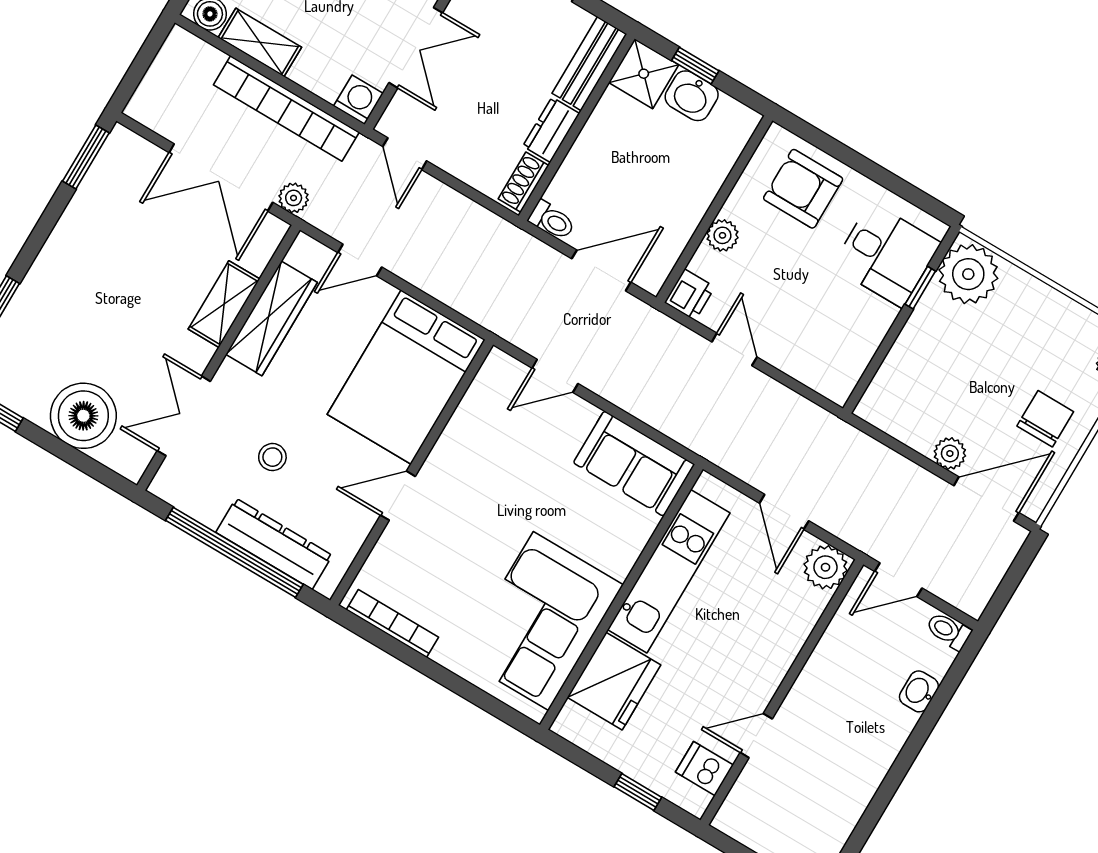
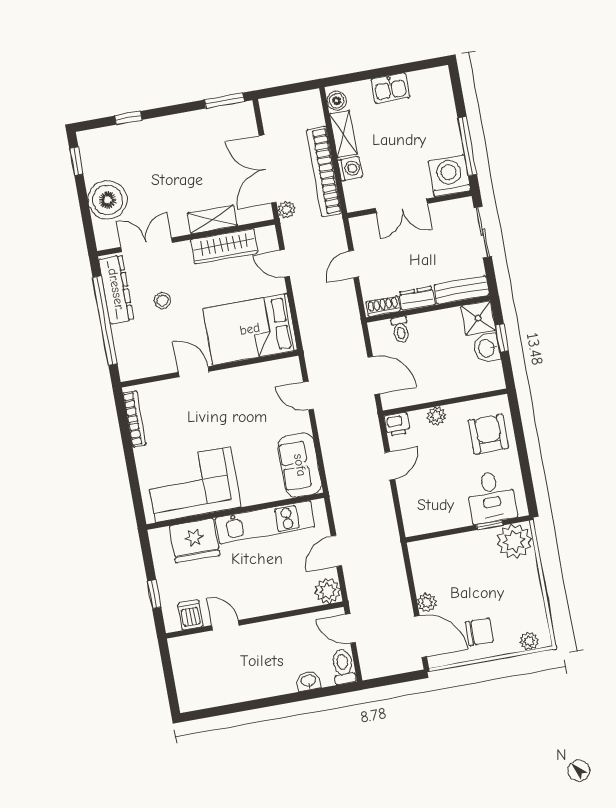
washing machine: (358, 100) -> (350, 169), moved
door: (405, 154) -> (354, 264), moved
toilet: (552, 220) -> (400, 330), moved
dresser: (274, 544) -> (116, 289), moved
toilet: (948, 631) -> (343, 667), width x1.37, depth x1.39

